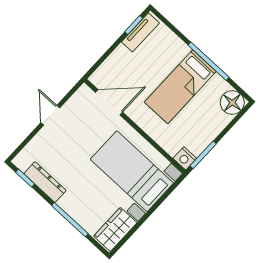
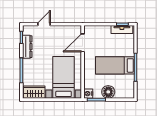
door: (109, 102) -> (83, 43), swing flipped
floor lamp: (232, 103) -> (108, 92), moved
door: (50, 115) -> (44, 24), moved

